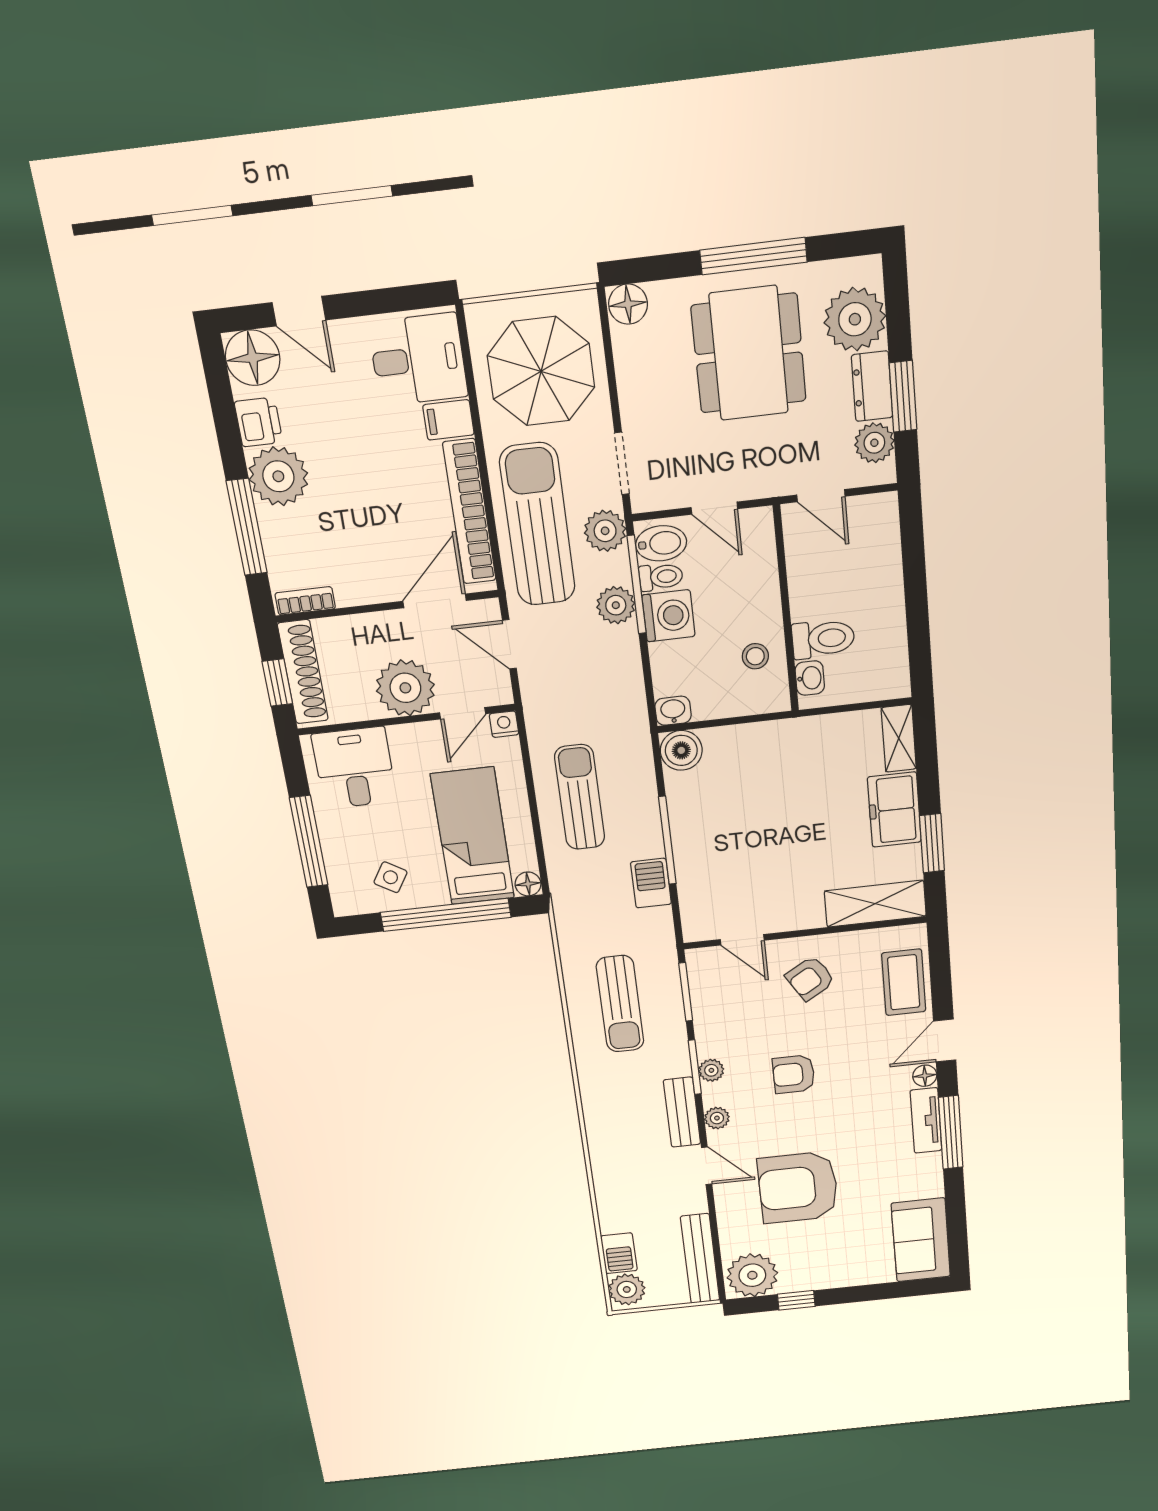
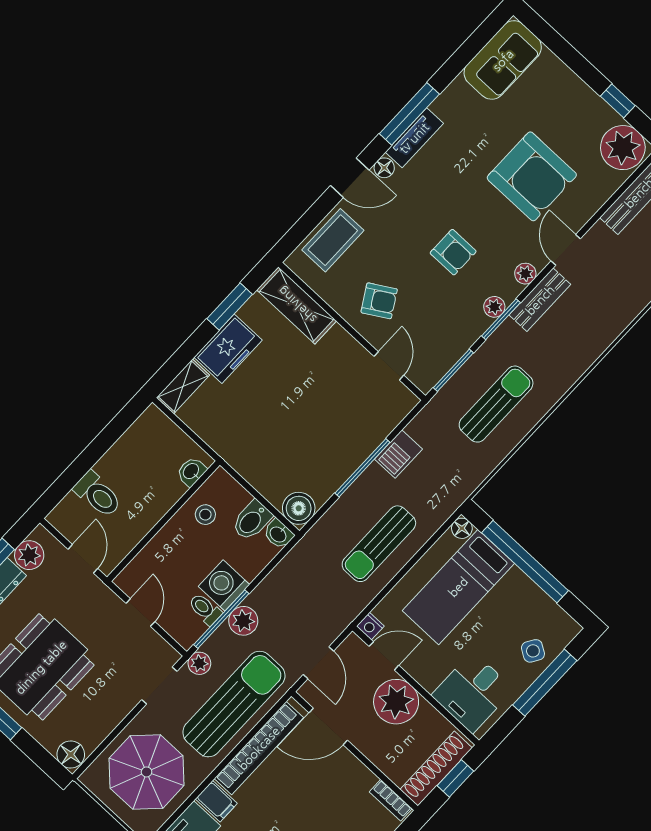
sun lounger: (537, 525) -> (234, 704), turned 180
plant: (605, 531) -> (199, 663), width x0.73, depth x0.73
bidet: (661, 543) -> (252, 520), moved, turned -90
toilet: (823, 639) -> (98, 494), moved, turned 180
side table: (391, 877) -> (533, 651), moved

